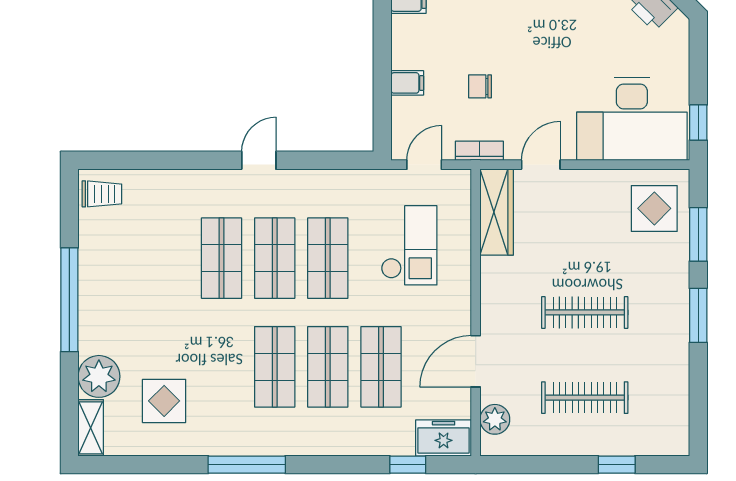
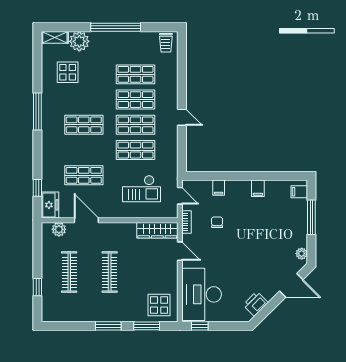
shop shelf: (328, 367) -> (135, 74), moved

